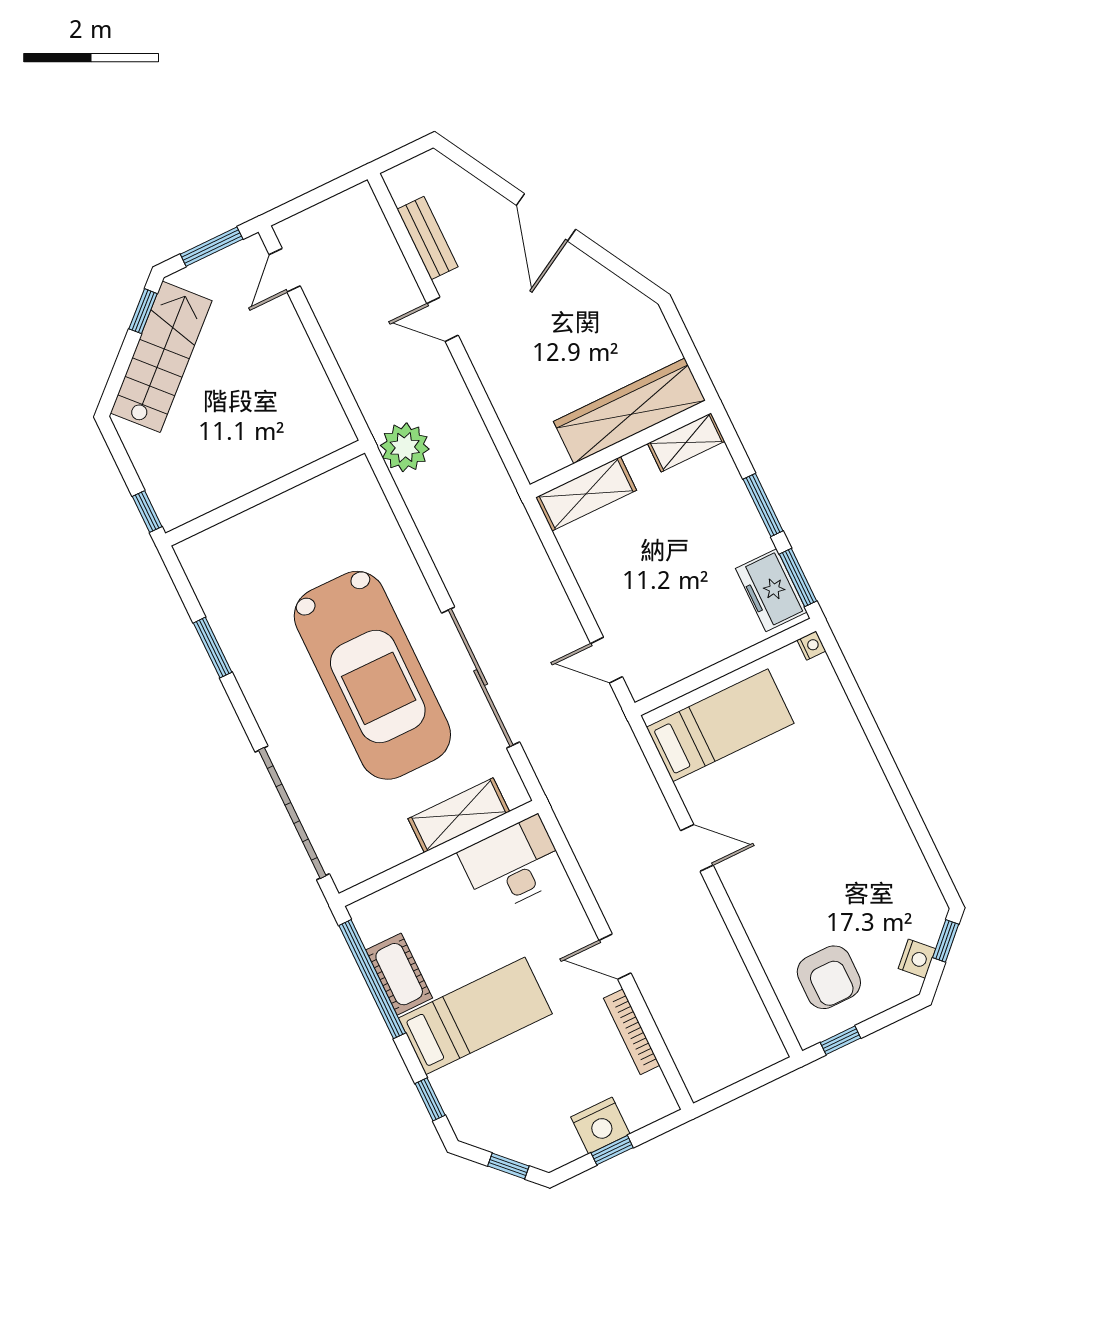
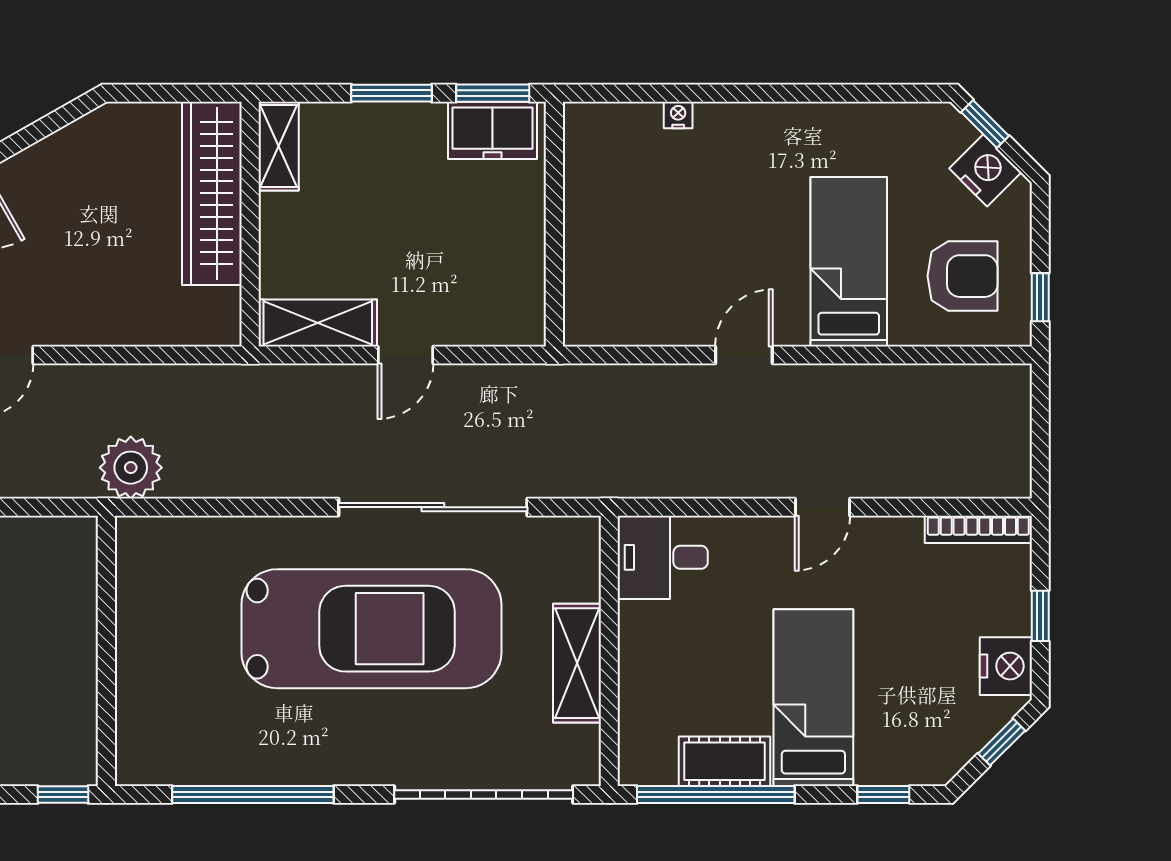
shelving: (586, 494) -> (318, 323), moved, turned 90
nightstand: (811, 646) -> (678, 115), moved
window: (213, 648) -> (253, 794), width x2.11
door: (607, 660) -> (405, 355), moved
bed: (720, 725) -> (849, 262), moved
shelving: (459, 815) -> (577, 663), moved
desk: (513, 865) -> (663, 557), width x0.73
nightstand: (917, 959) -> (985, 170), width x1.36, depth x1.33
bookcase: (632, 1032) -> (978, 529), moved
nightstand: (600, 1125) -> (1006, 666), moved

